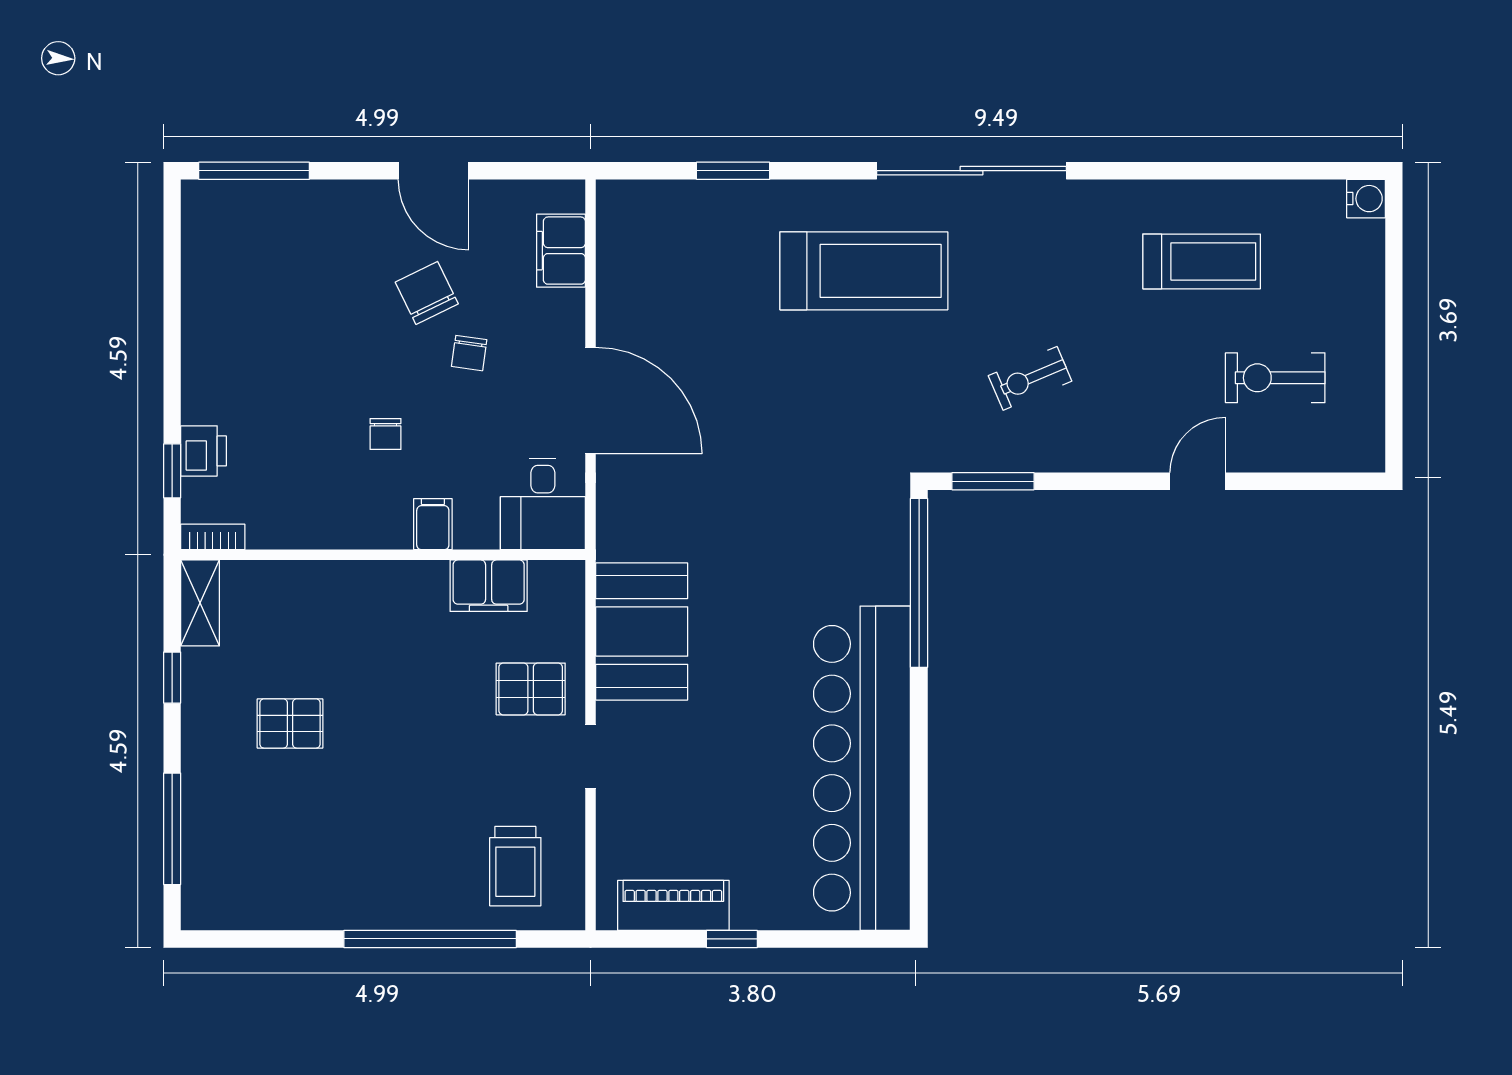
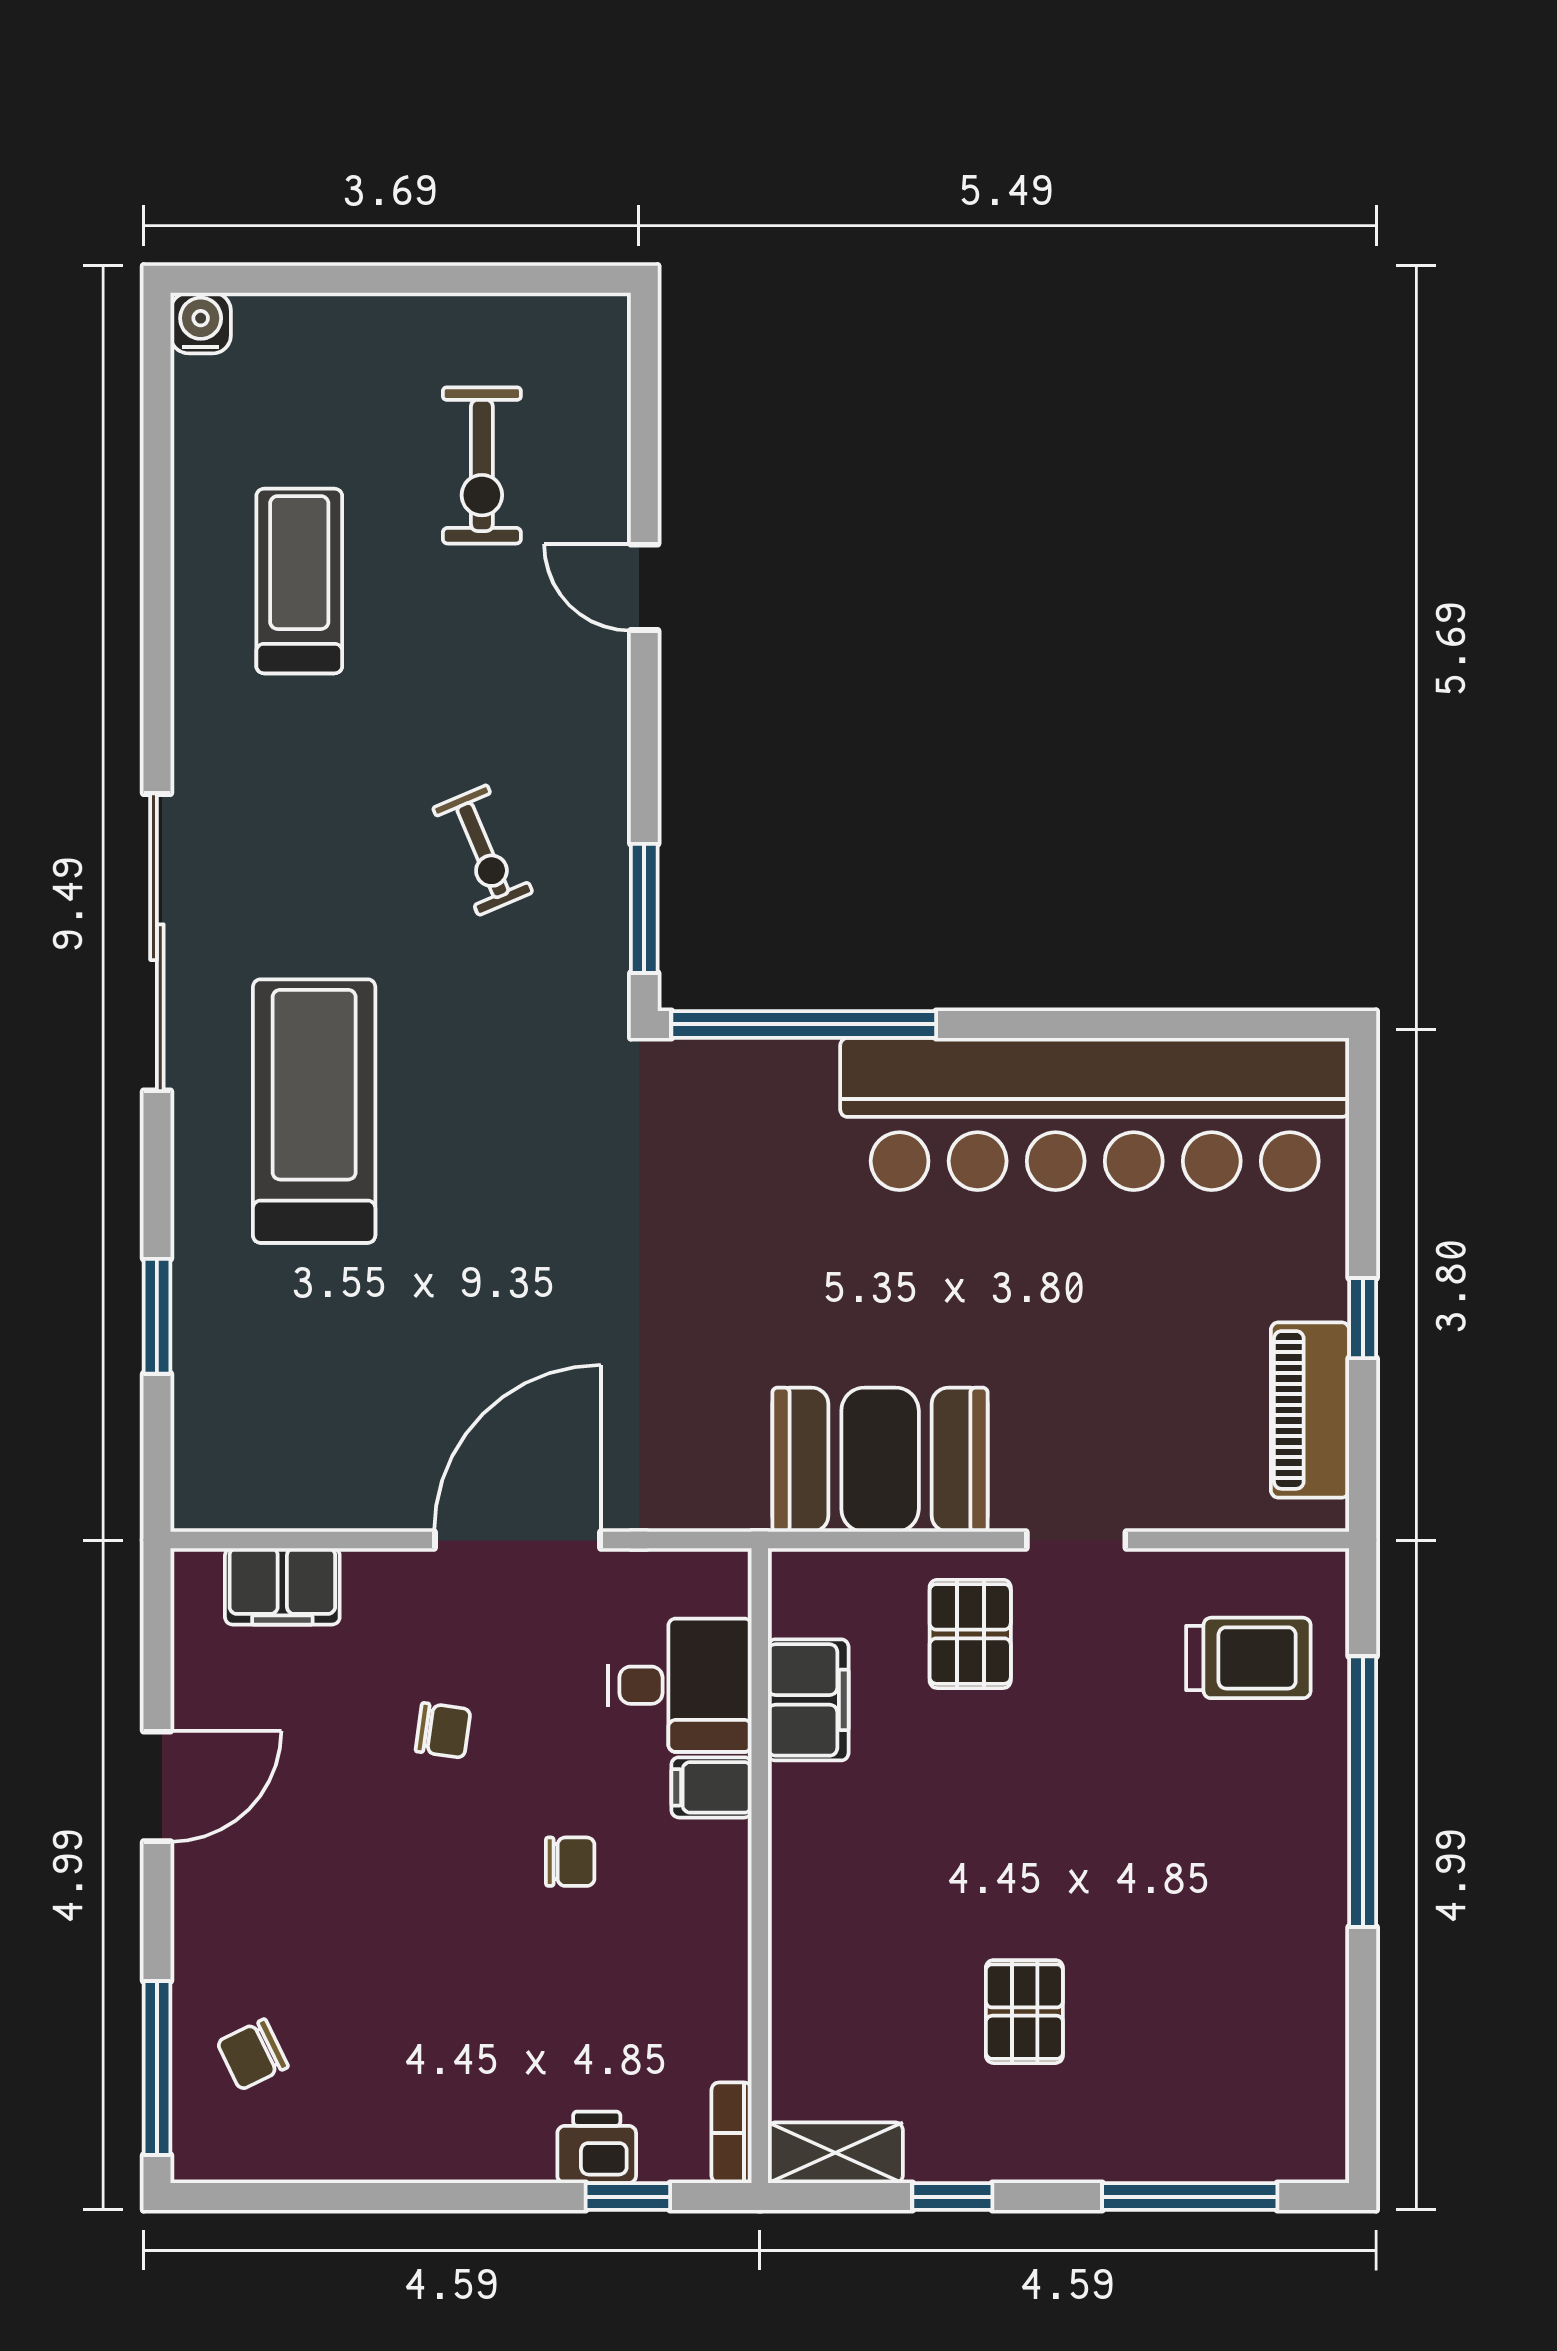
chair: (427, 293) -> (253, 2054), moved, width x0.73, depth x0.73
desk: (543, 504) -> (680, 1685), moved

